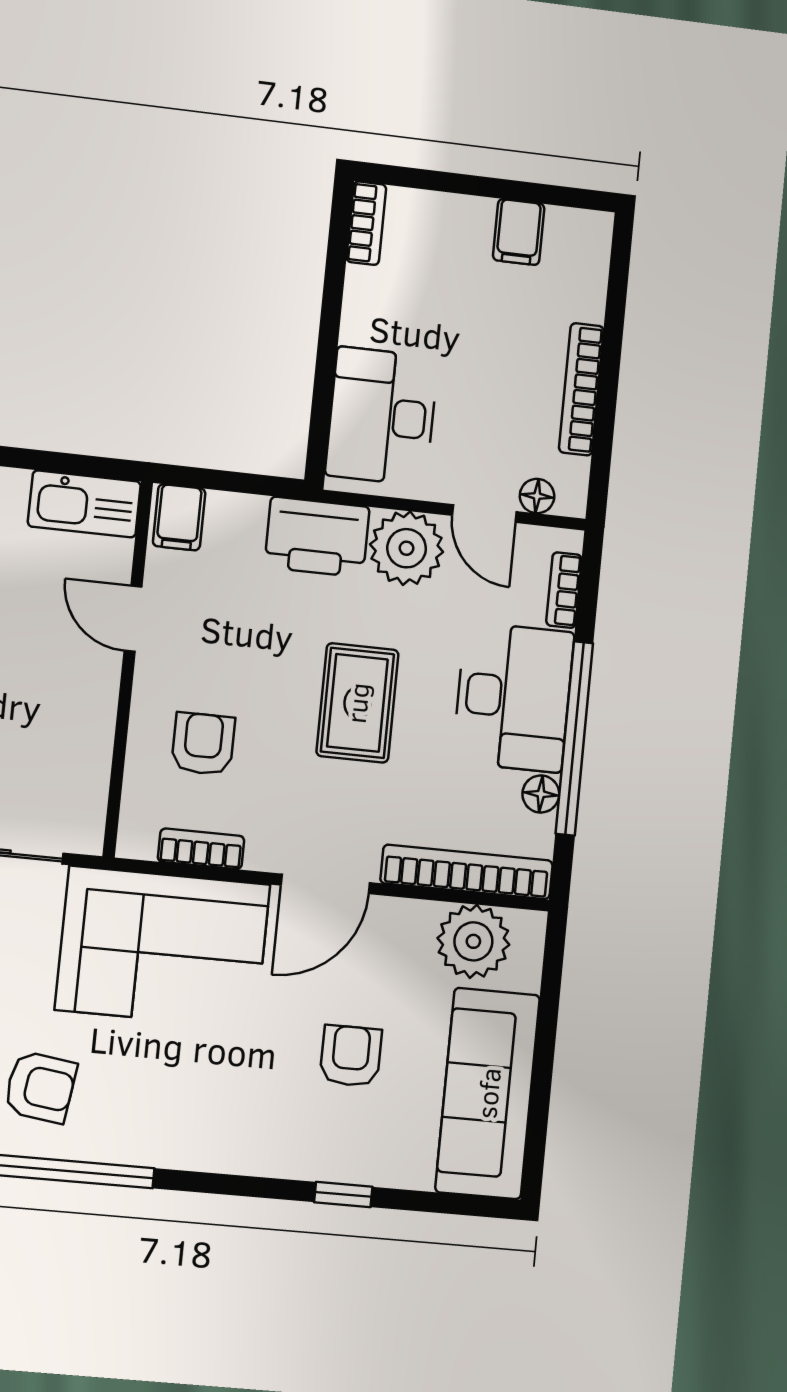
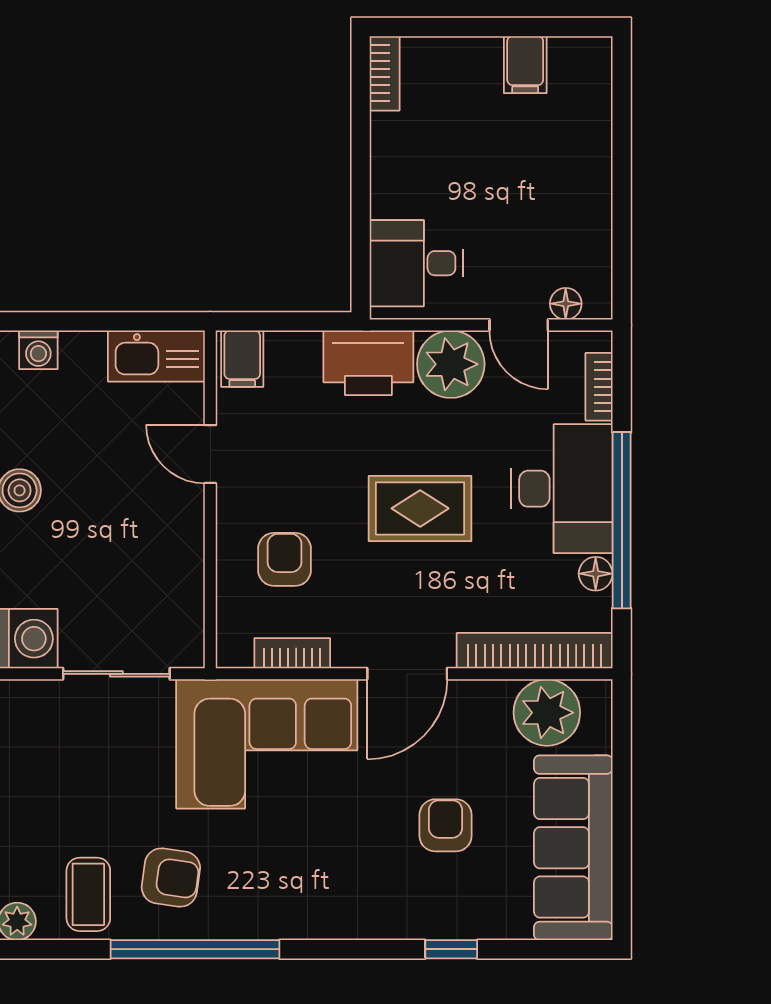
bookcase: (581, 389) -> (597, 202), removed
desk: (382, 416) -> (416, 263), width x0.73
rug: (357, 703) -> (420, 508), turned 90

